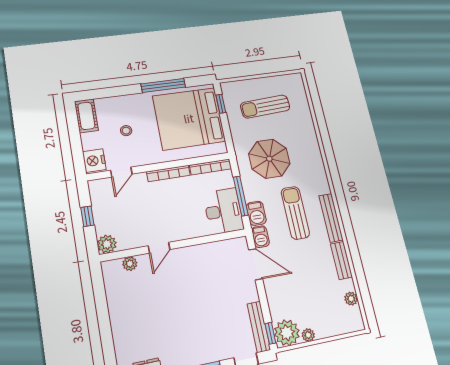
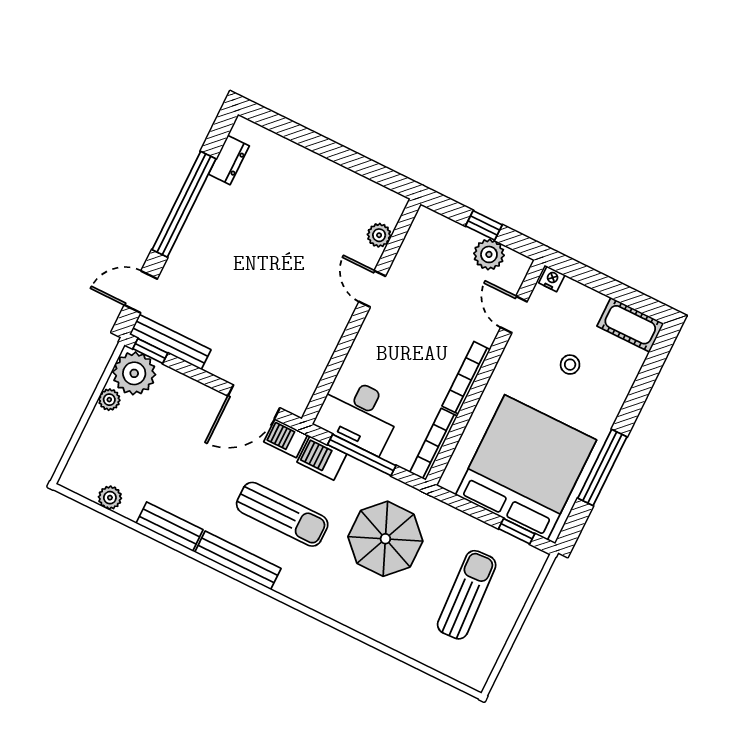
nightstand: (94, 161) -> (552, 279), width x0.53, depth x0.56
plant: (107, 244) -> (489, 254), moved

